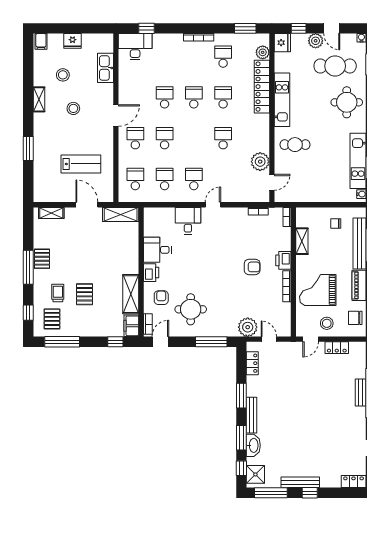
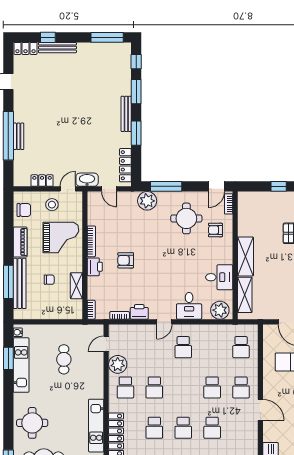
door: (116, 115) -> (260, 410), swing flipped
cafe table: (295, 145) -> (64, 359), moved, turned 90
school desk: (165, 179) -> (125, 387), moved
shelving: (121, 214) -> (245, 295), moved, turned 90
plant: (157, 216) -> (220, 310), added
chair: (336, 223) -> (49, 280), moved
printer: (151, 273) -> (139, 312), moved, turned 90
shelving: (131, 294) -> (246, 256), moved
armchair: (161, 298) -> (215, 230), turned 90
filing cabinet: (131, 326) -> (245, 202), removed
plant: (248, 327) -> (147, 201), moved
window: (115, 342) -> (279, 186), moved
locker: (252, 363) -> (125, 165), width x1.53
washbasin: (253, 445) -> (87, 180), moved, turned 90
shower: (255, 474) -> (122, 55), removed
bench: (300, 482) -> (57, 48), moved
window: (310, 493) -> (48, 37), moved

